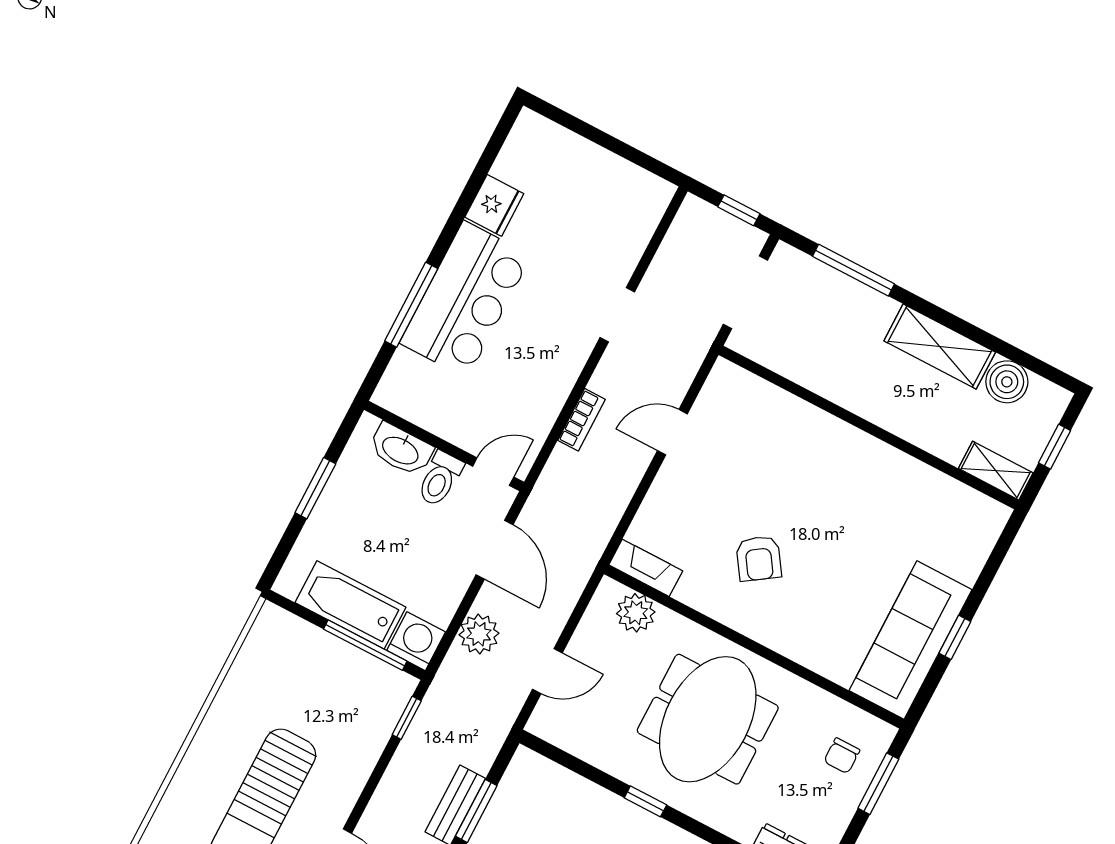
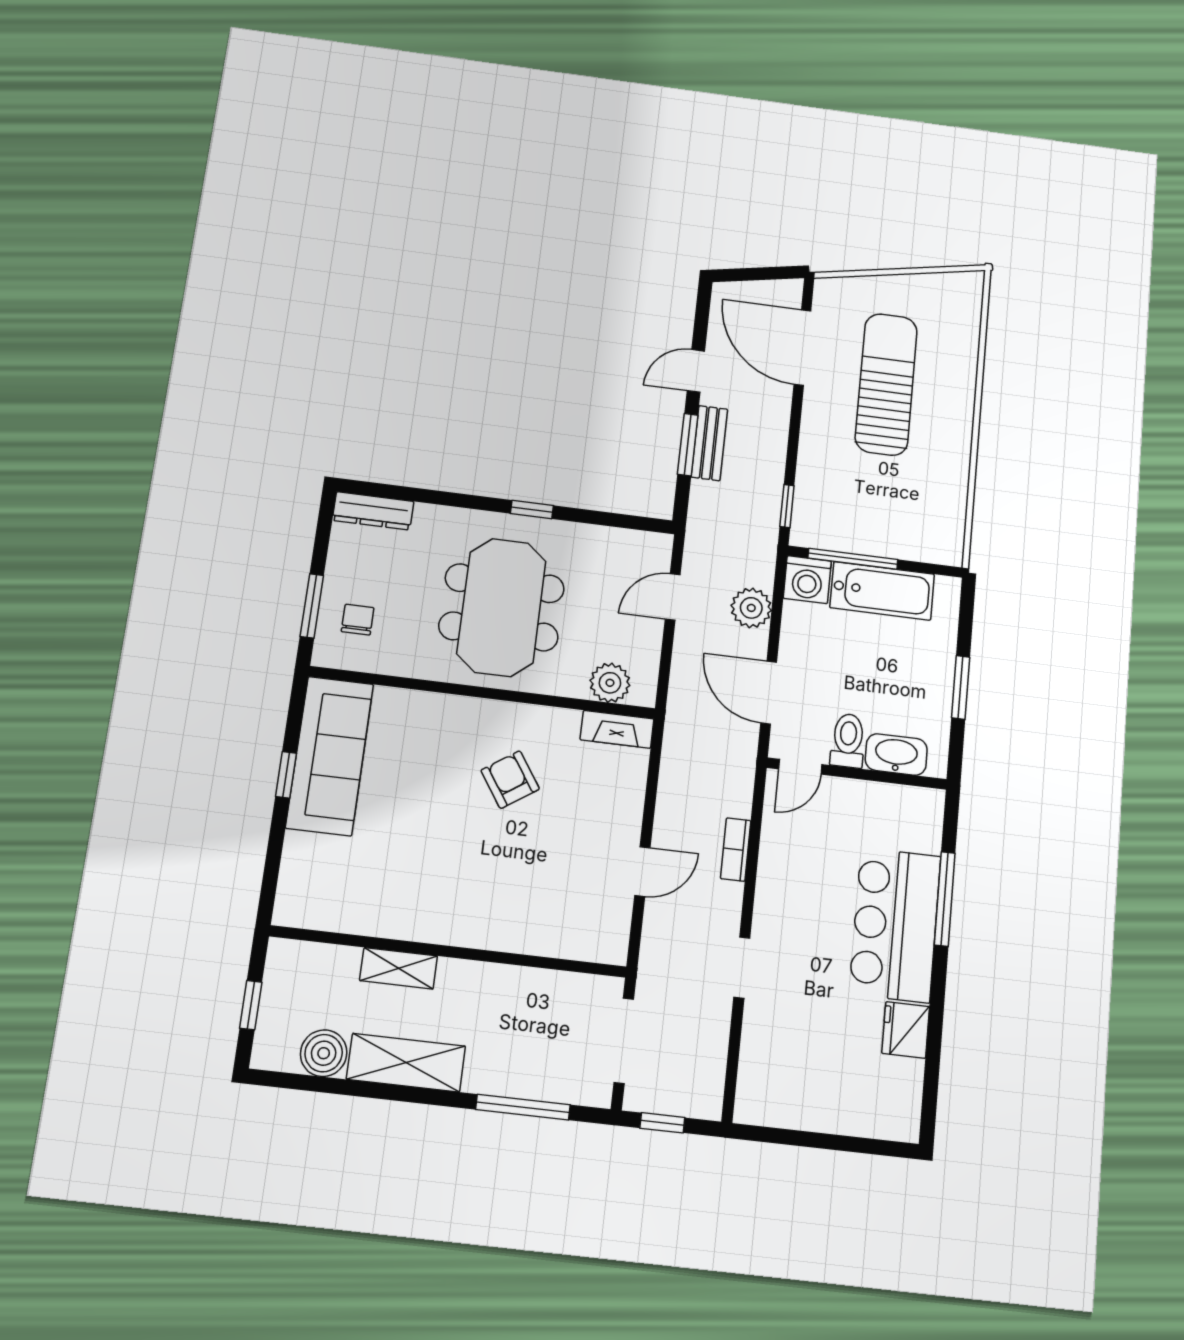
shelving: (996, 471) -> (399, 968), moved

